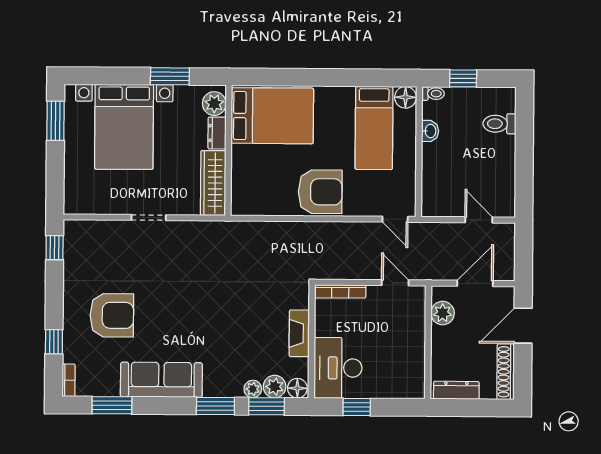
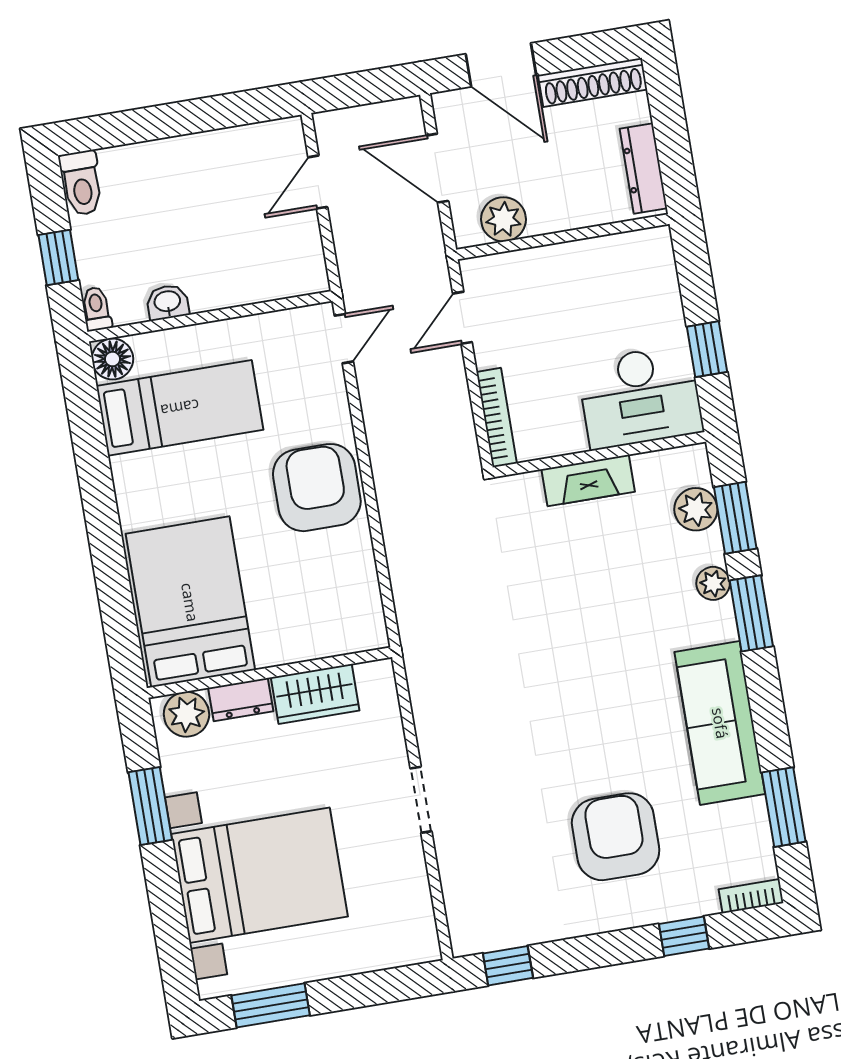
toilet: (499, 124) -> (81, 183), moved
wardrobe: (213, 183) -> (315, 694), width x0.67
floor lamp: (297, 388) -> (691, 466), removed
plant: (253, 389) -> (713, 583), moved

